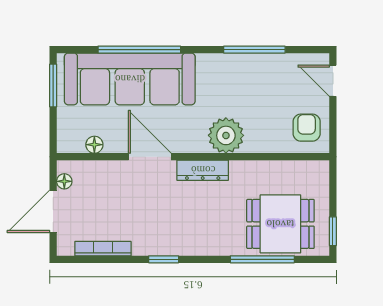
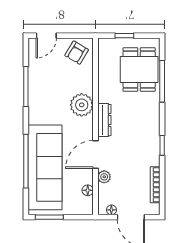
armchair: (307, 128) -> (77, 53), turned -59
plant: (115, 170) -> (104, 177), added
window: (333, 231) -> (124, 36), moved

